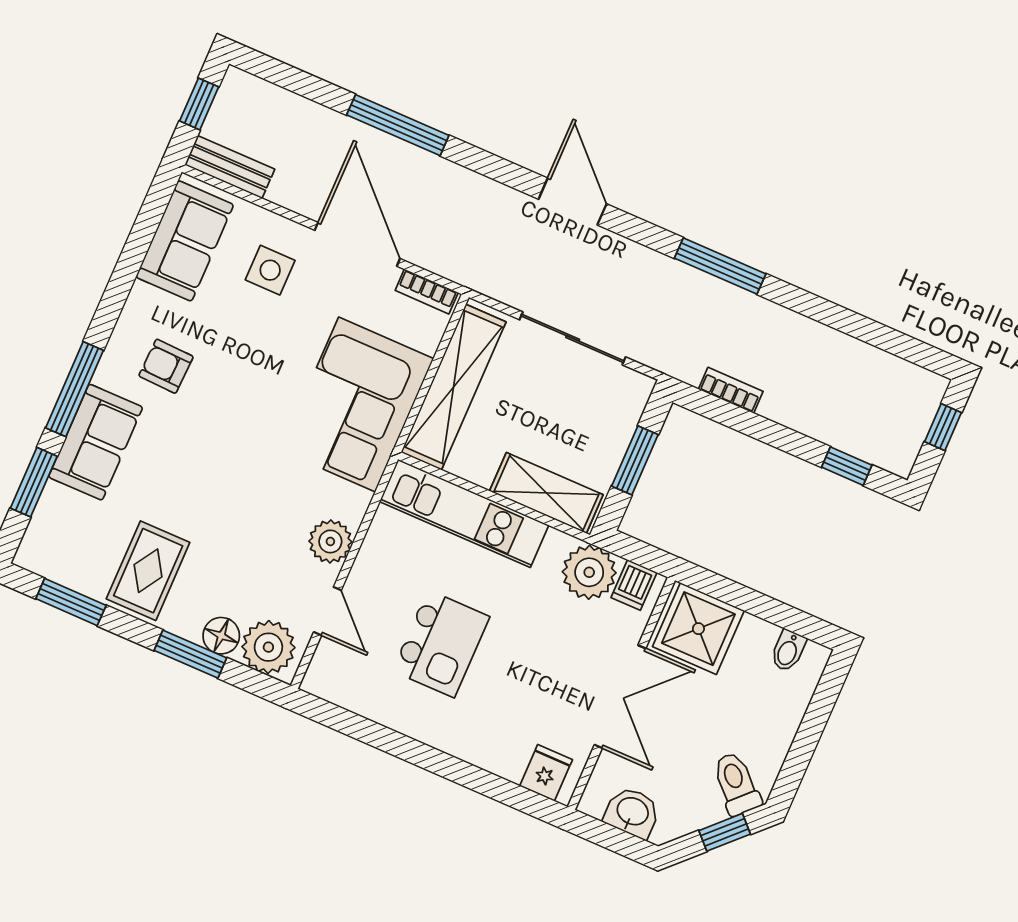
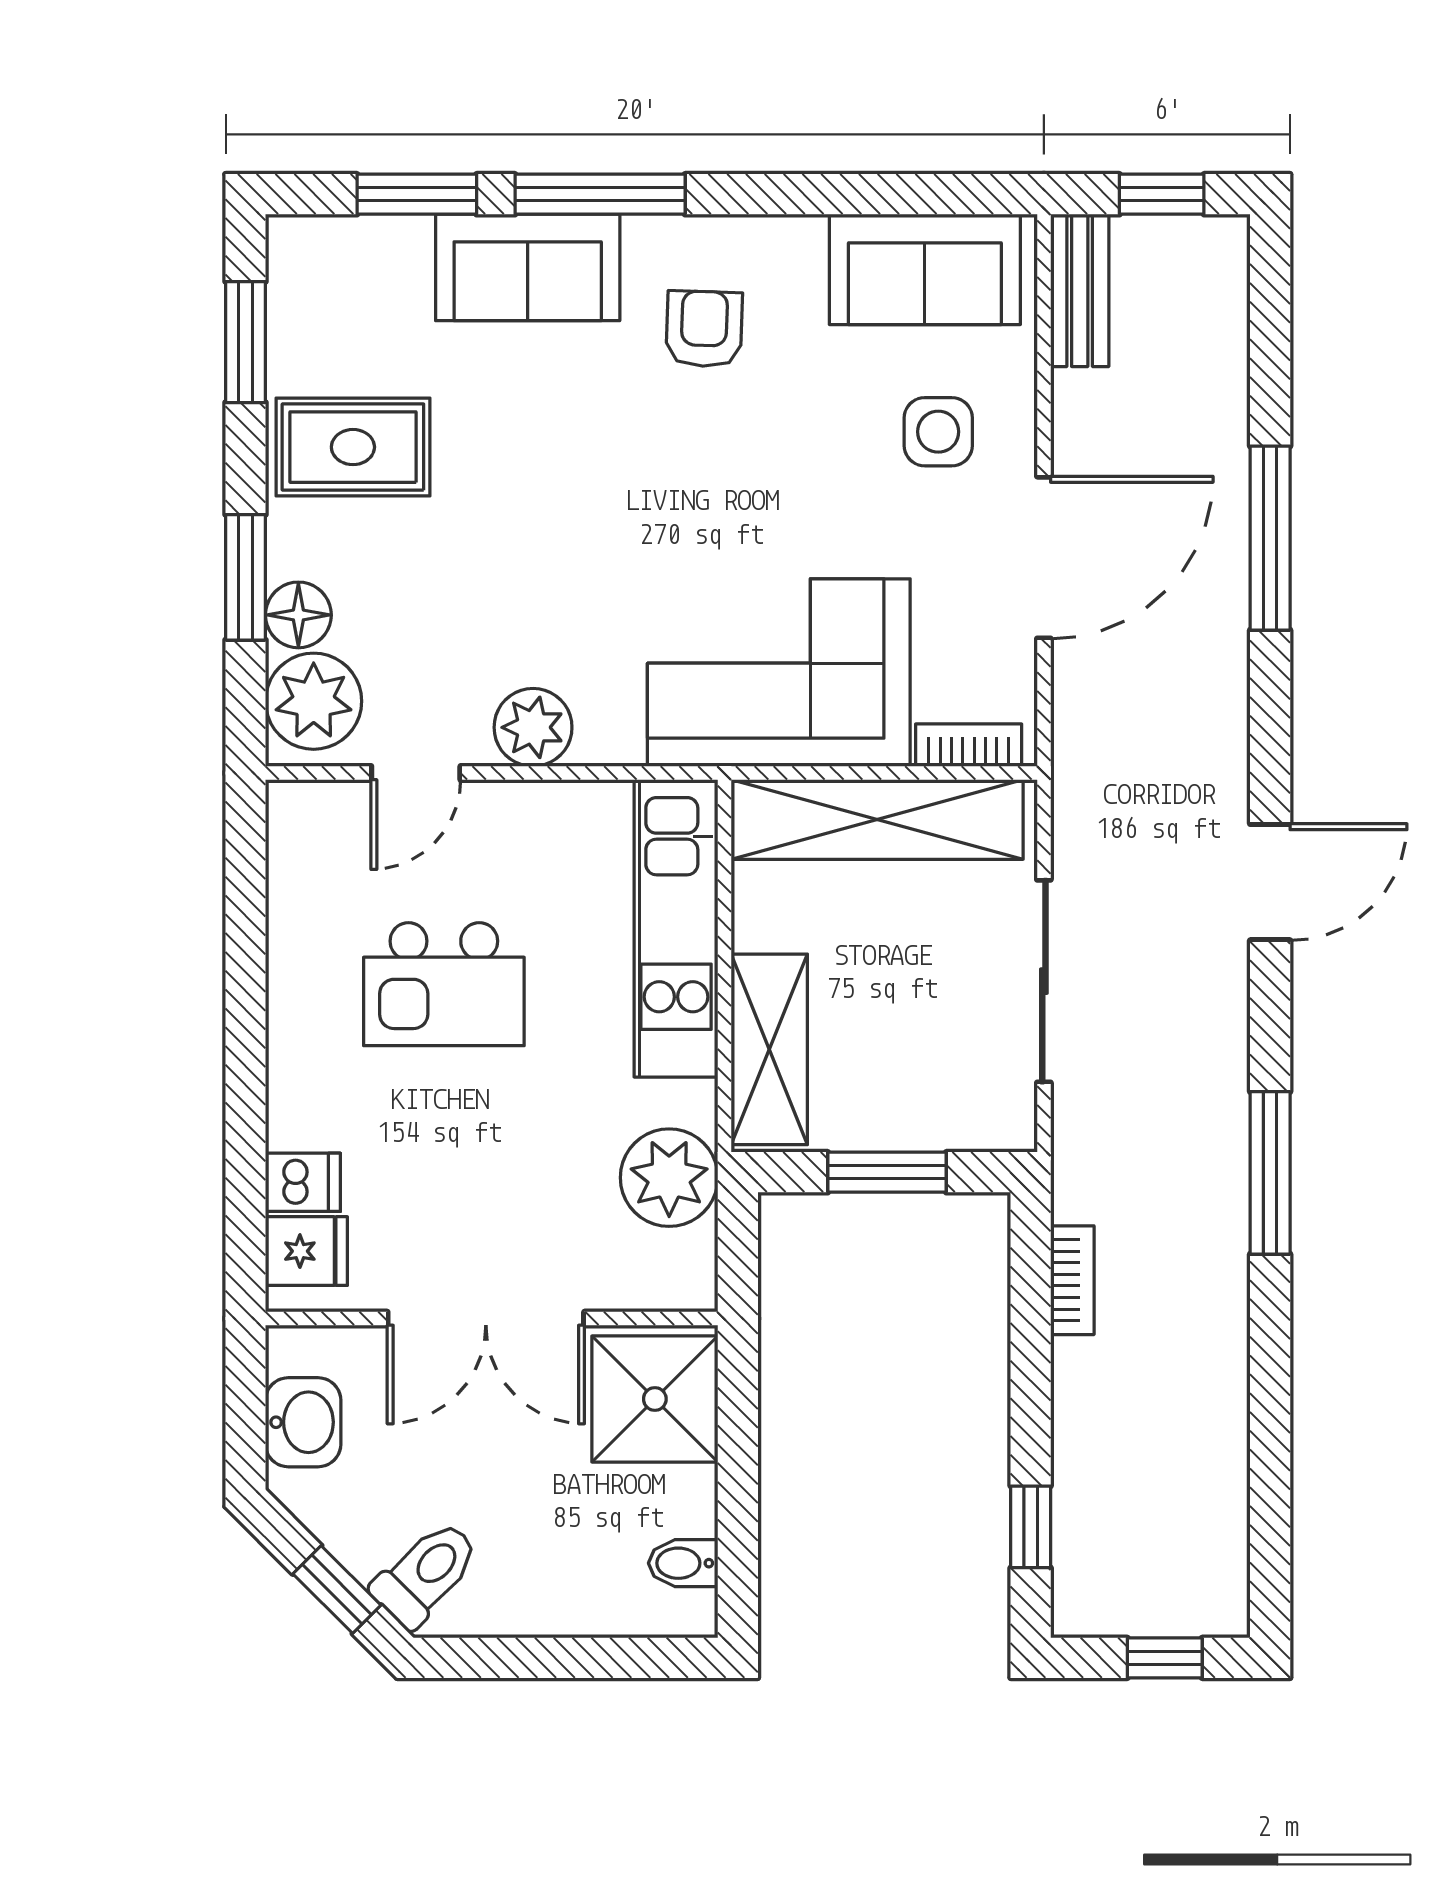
bookcase: (427, 291) -> (969, 745), moved, turned 90
dishwasher: (634, 585) -> (303, 1182), moved, turned 180

